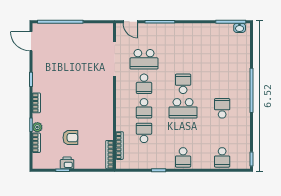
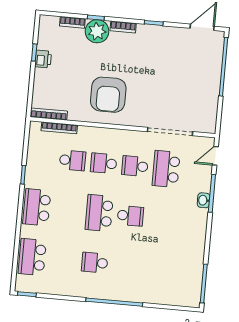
washbasin: (240, 28) -> (204, 200), moved
school desk: (222, 108) -> (95, 263), turned 180
plant: (37, 127) -> (97, 31), width x1.88, depth x1.88
armchair: (70, 138) -> (108, 95), moved, width x1.88, depth x1.88
school desk: (183, 157) -> (37, 207), width x1.85
school desk: (222, 157) -> (32, 257), width x1.85

